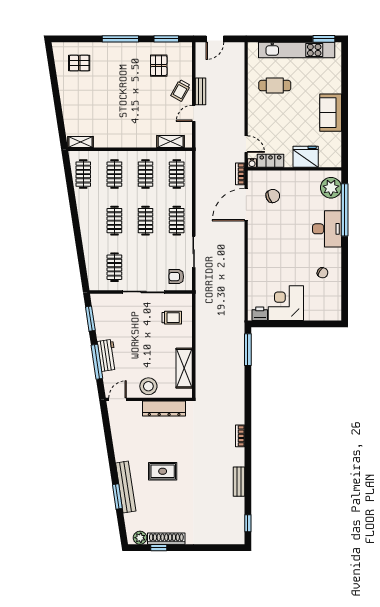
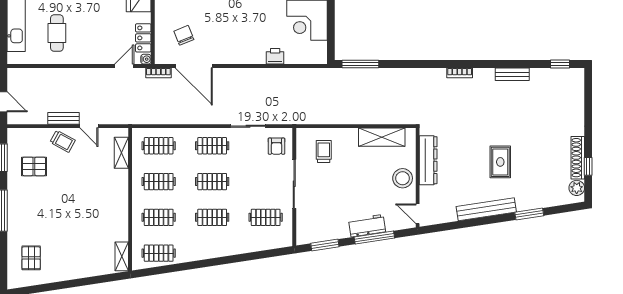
printer: (260, 314) -> (275, 56), moved, turned 90
bench: (126, 487) -> (486, 209), moved

